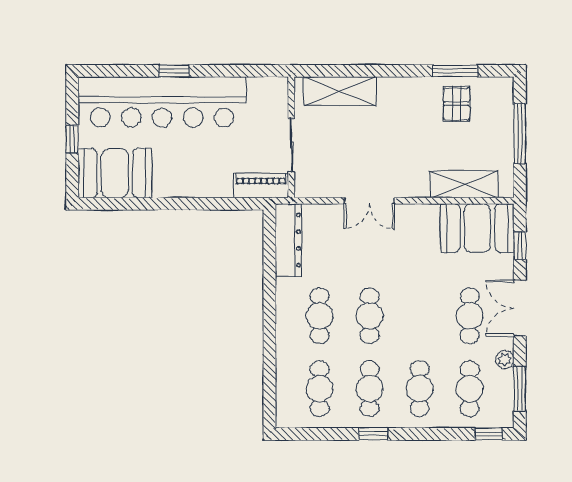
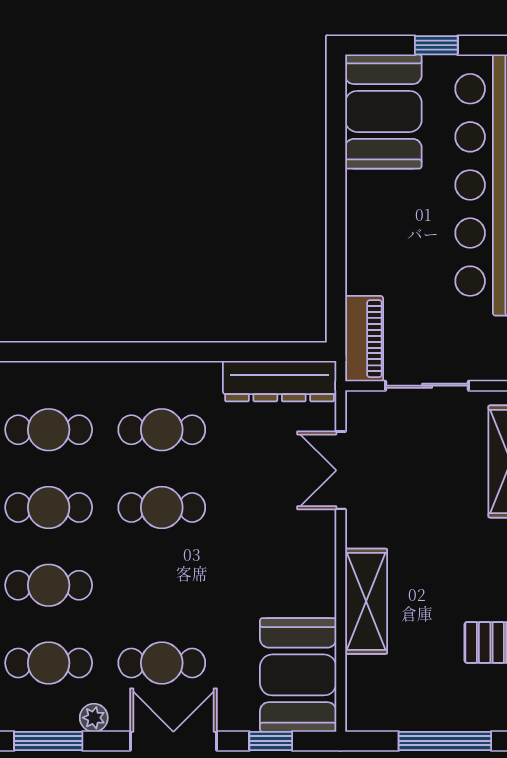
shelving: (464, 184) -> (366, 601), moved
double door: (369, 201) -> (341, 470), moved

